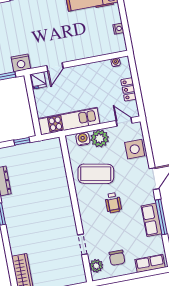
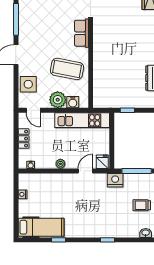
plant: (83, 70) -> (60, 164), added
wheelchair: (113, 203) -> (56, 40), removed
row of seats: (152, 220) -> (82, 33), moved, turned 180

